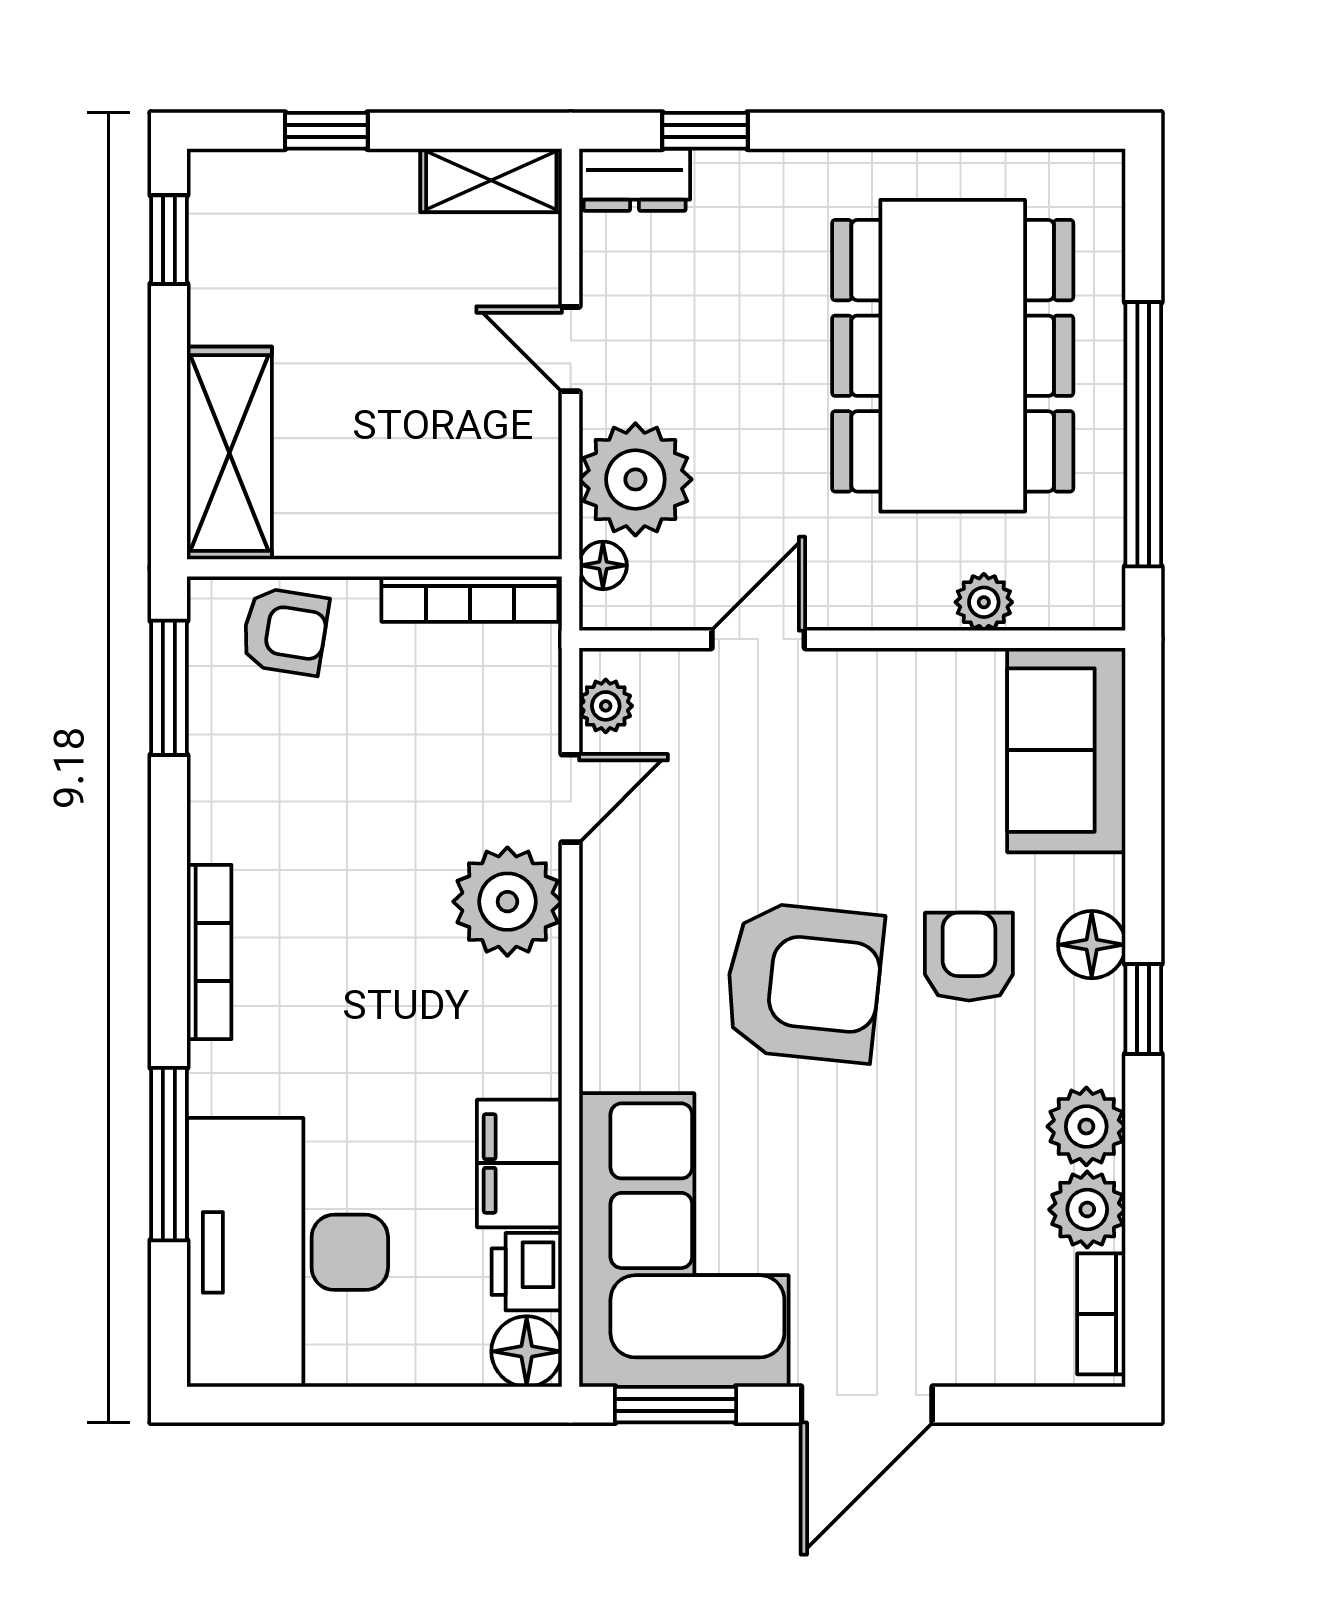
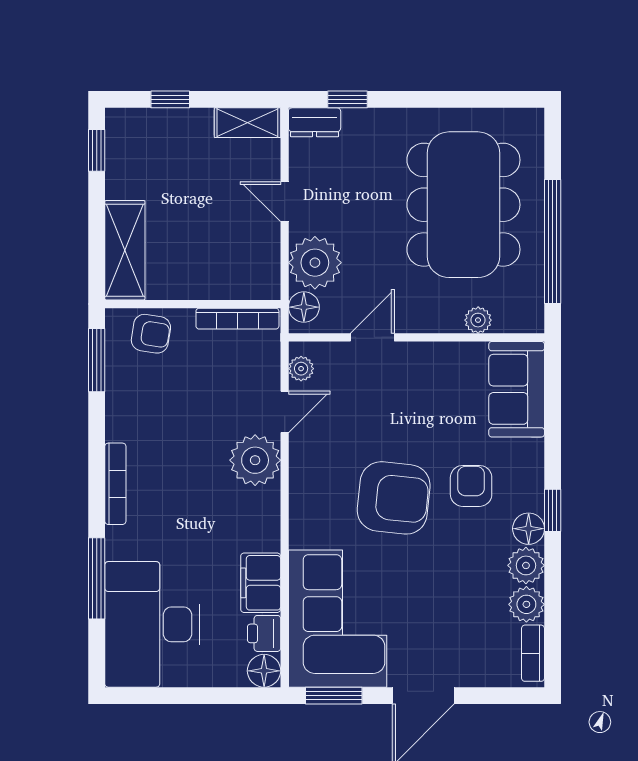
floor lamp: (603, 565) -> (304, 307), width x1.37, depth x1.37
floor lamp: (1092, 945) -> (529, 529), moved

